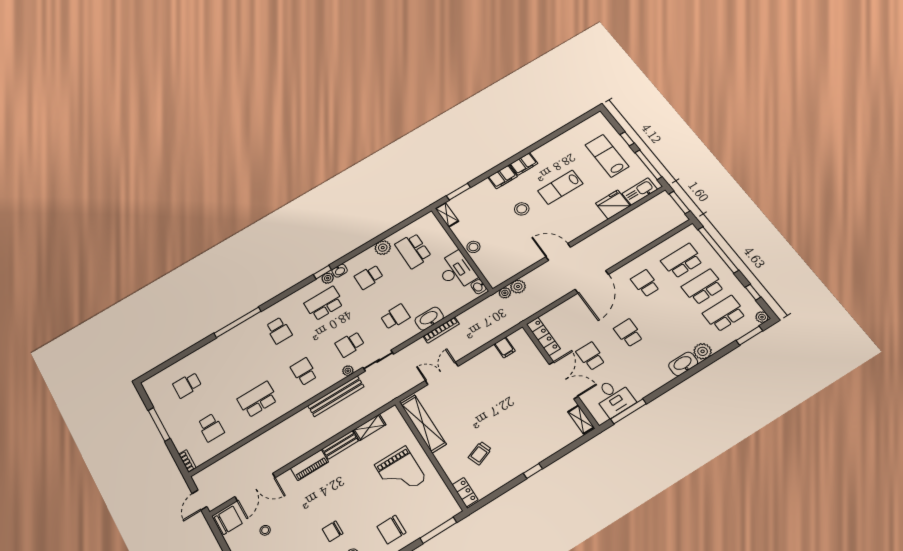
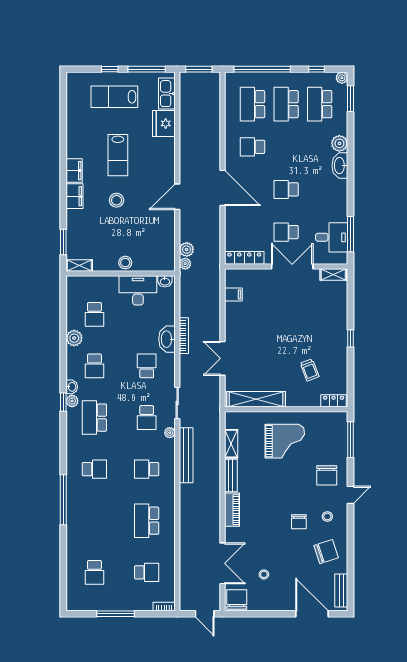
school desk: (413, 251) -> (94, 314), width x0.54

